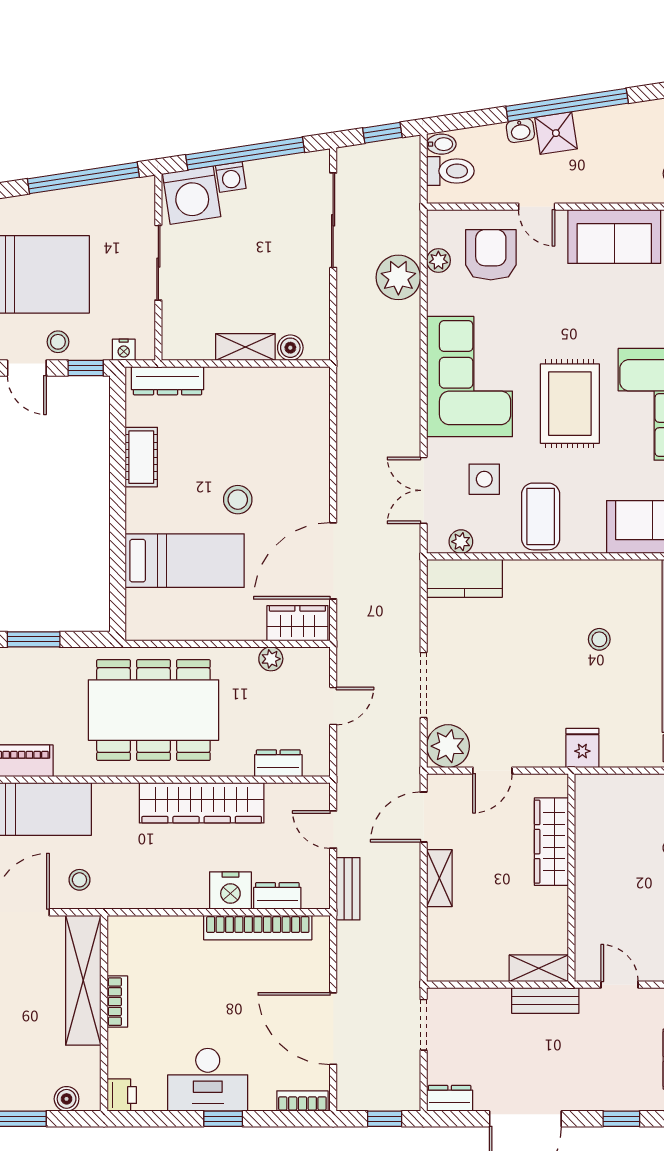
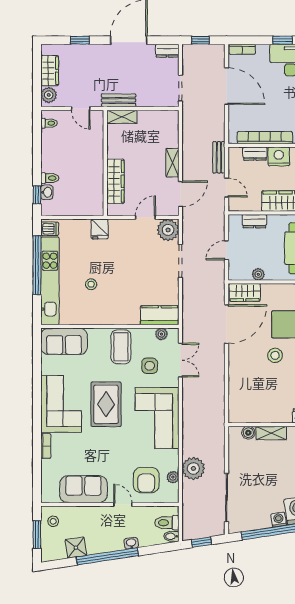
shower: (556, 133) -> (76, 548), moved

